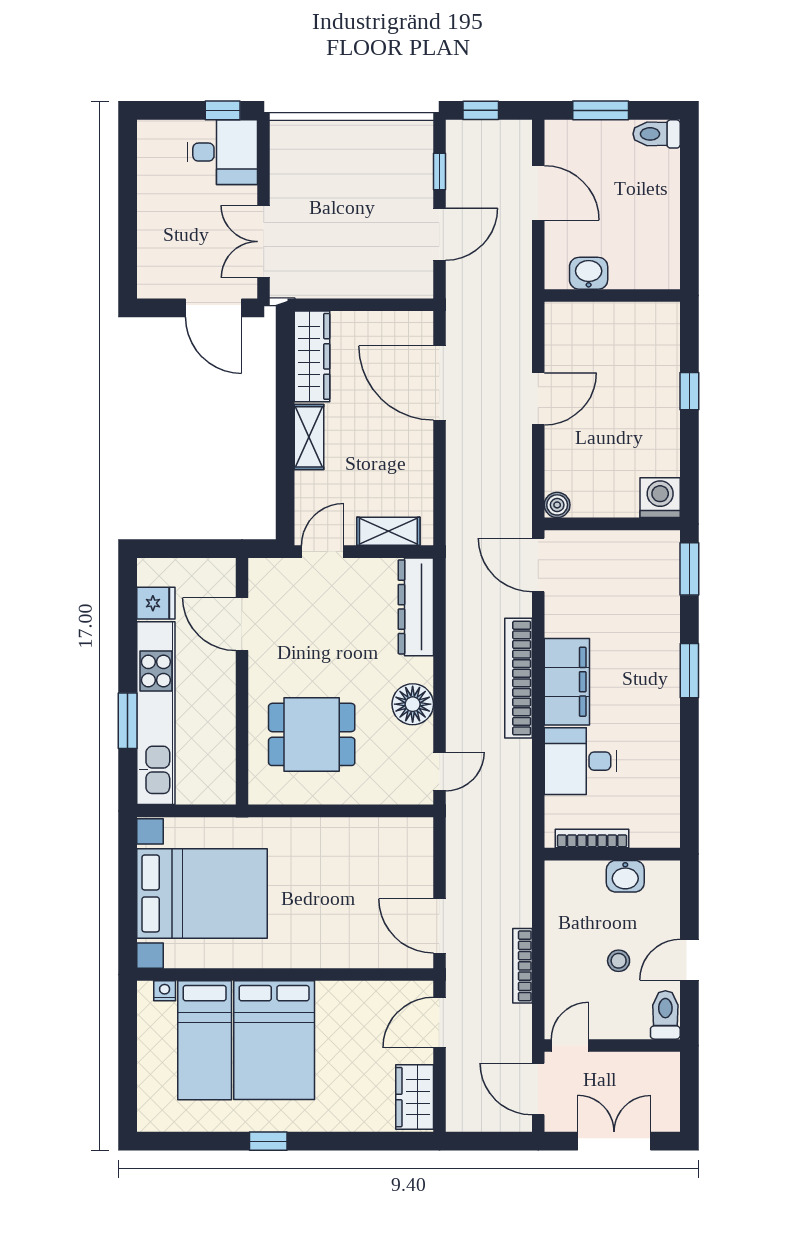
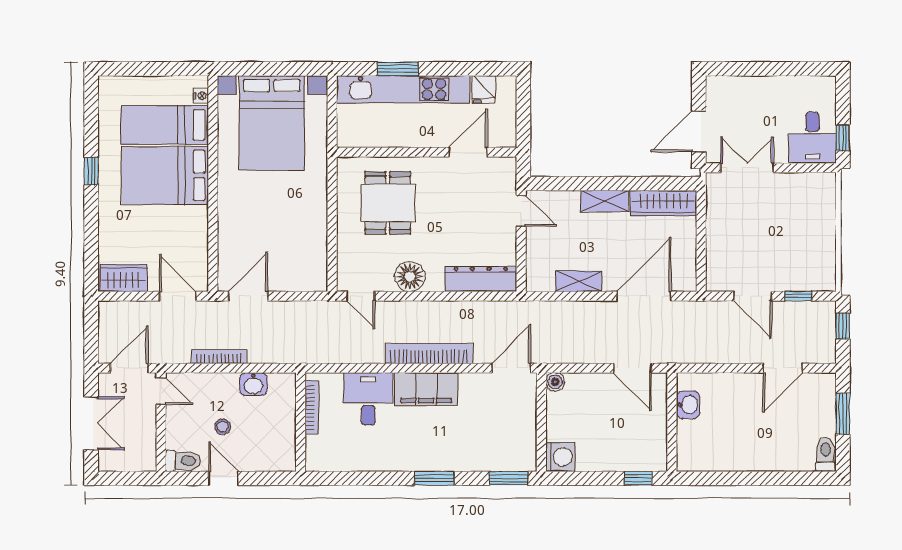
washbasin: (589, 273) -> (688, 405), moved
wall: (612, 296) -> (672, 422), moved
shelving: (388, 531) -> (579, 281), moved, turned 90
washbasin: (625, 876) -> (253, 384), moved, turned -90

